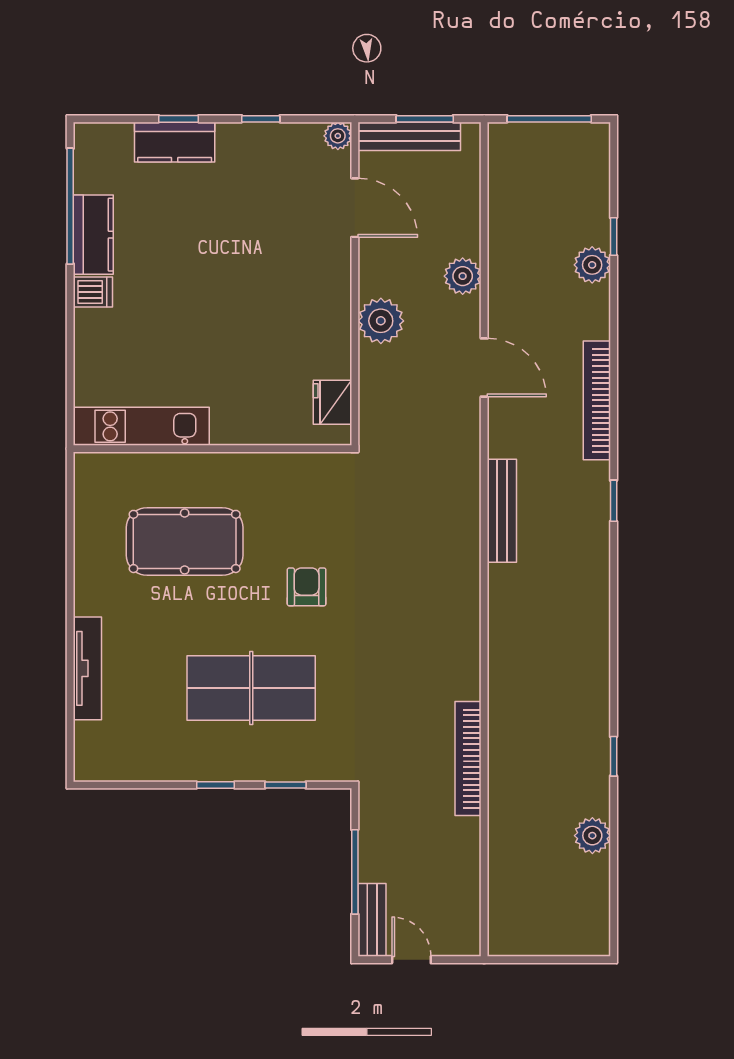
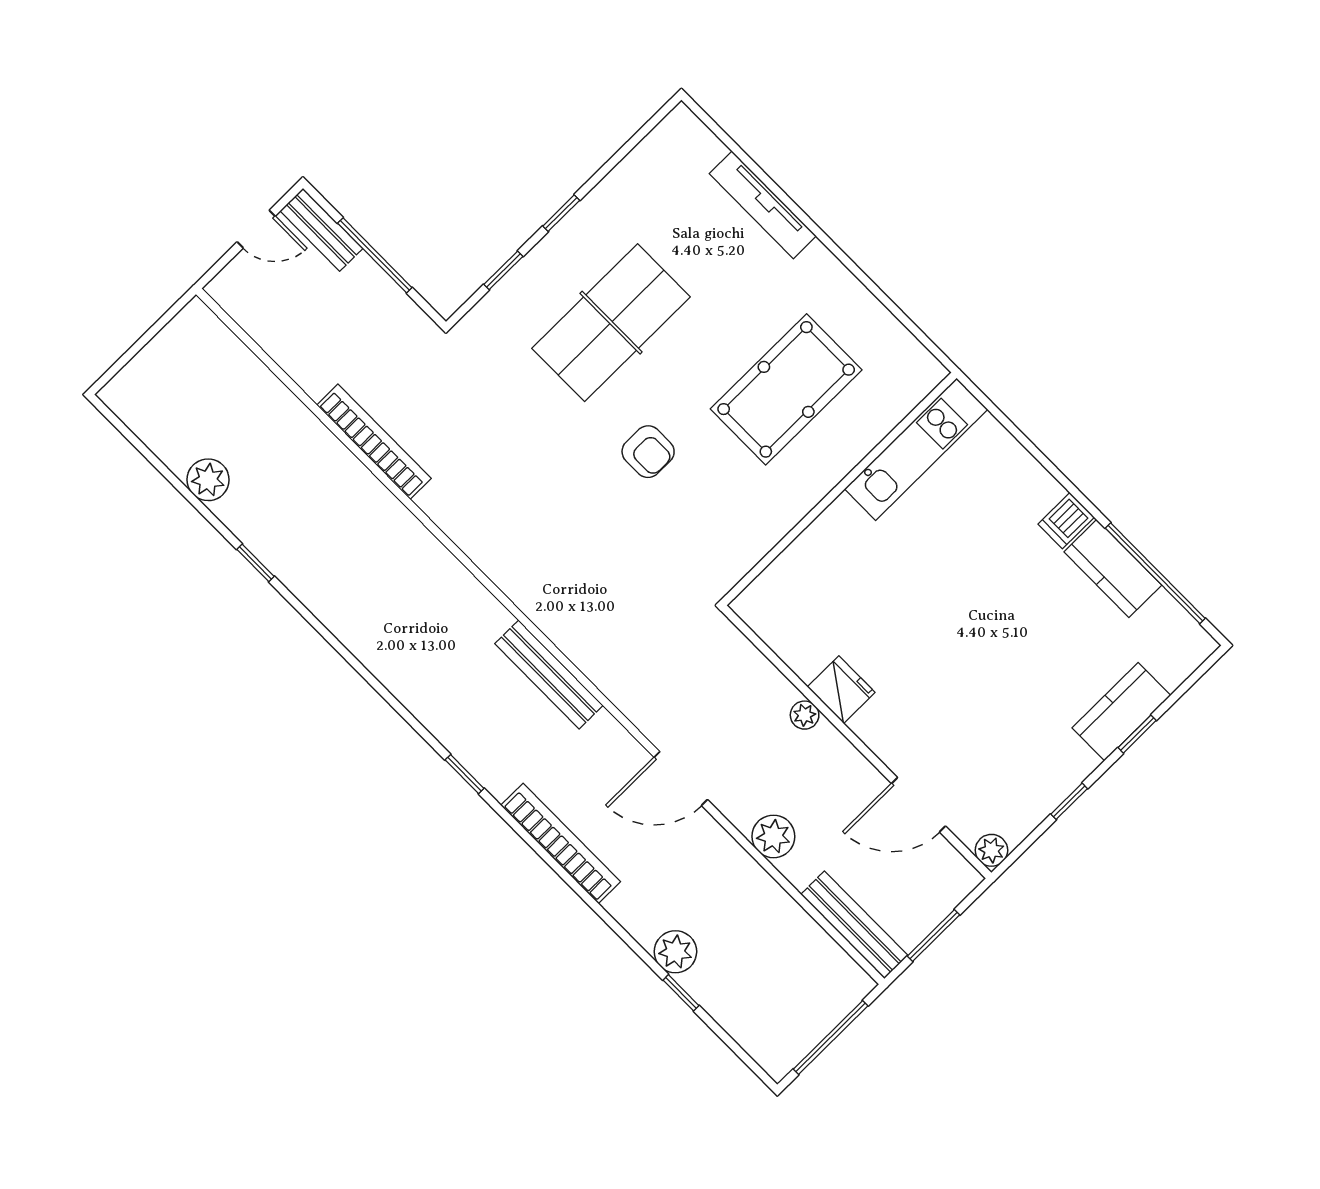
bench: (409, 136) -> (854, 925), moved, turned 90
plant: (381, 321) -> (805, 715), width x0.53, depth x0.53
fridge: (332, 402) -> (841, 690), moved

